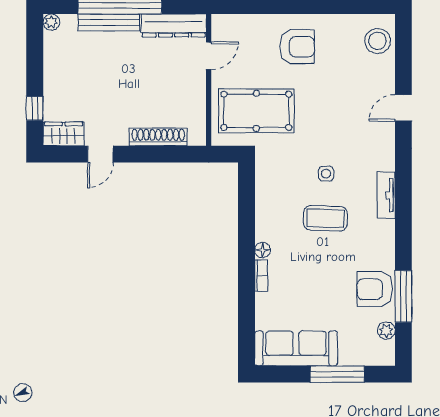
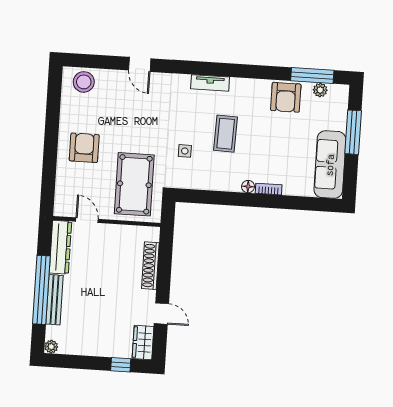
side table: (326, 174) -> (185, 151), moved
window: (403, 296) -> (312, 76), moved

